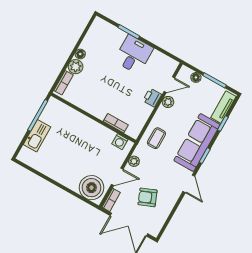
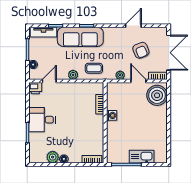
plant: (76, 67) -> (53, 157), moved
door: (169, 85) -> (49, 81), hinge flipped
printer: (152, 98) -> (35, 88), moved
plant: (168, 102) -> (73, 75), moved
washing machine: (120, 142) -> (112, 115), moved
door: (189, 184) -> (133, 26), moved

